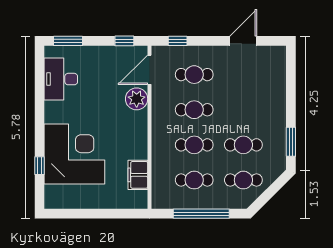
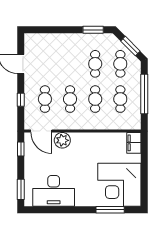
window: (178, 41) -> (21, 100), moved
desk: (61, 79) -> (54, 191), width x1.36, depth x1.30
corner desk: (74, 154) -> (119, 185), moved, turned -90
window: (39, 166) -> (110, 210), width x2.17
filing cabinet: (138, 175) -> (134, 143), moved, turned 90
window: (268, 194) -> (130, 46), added

